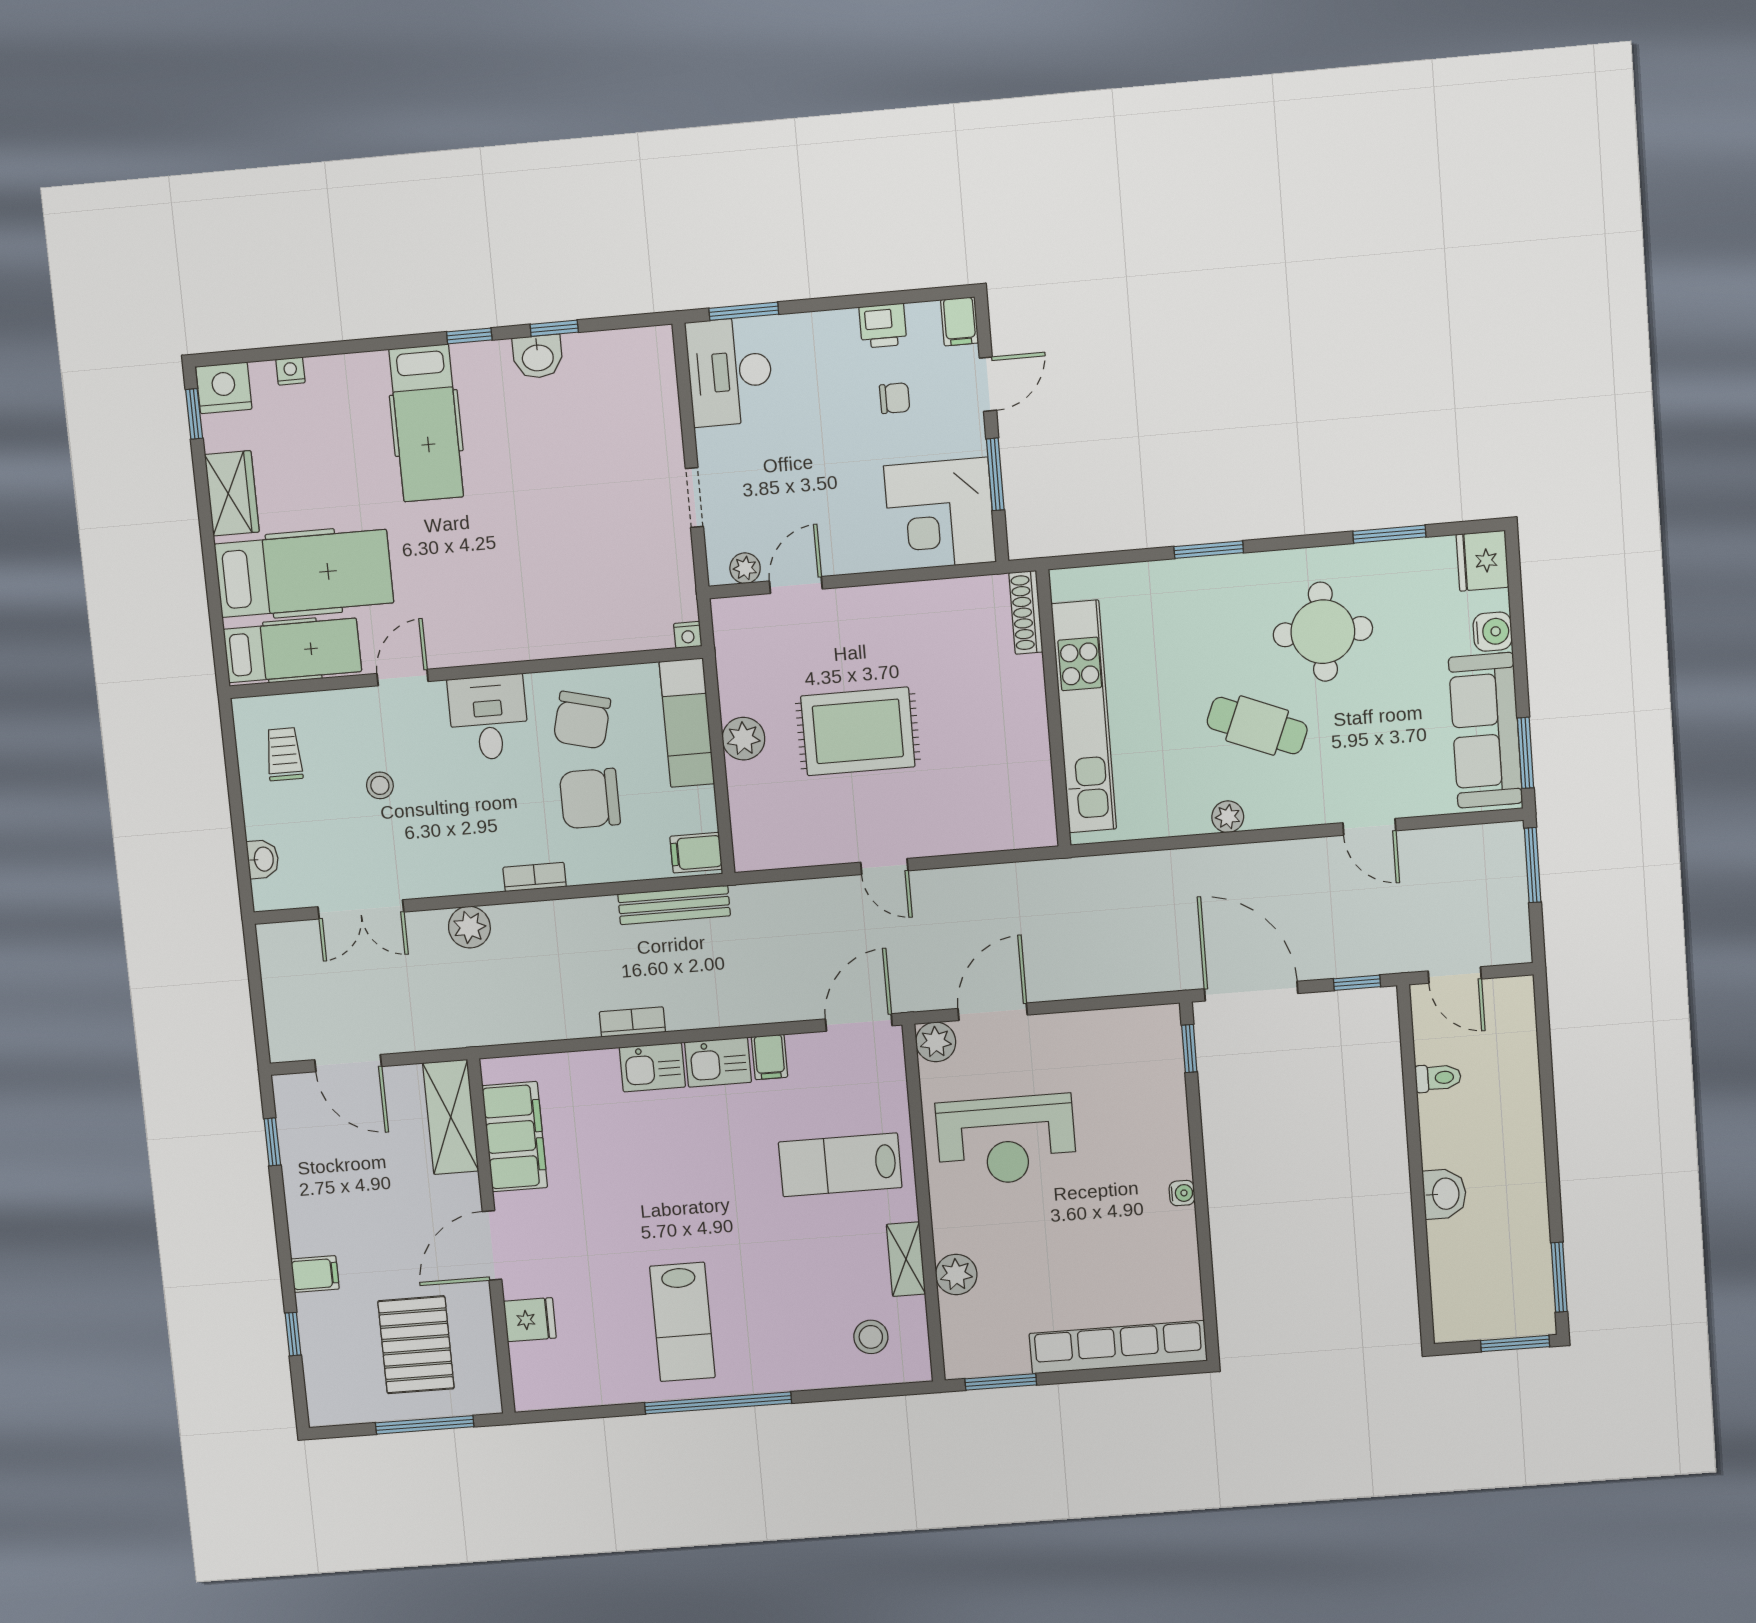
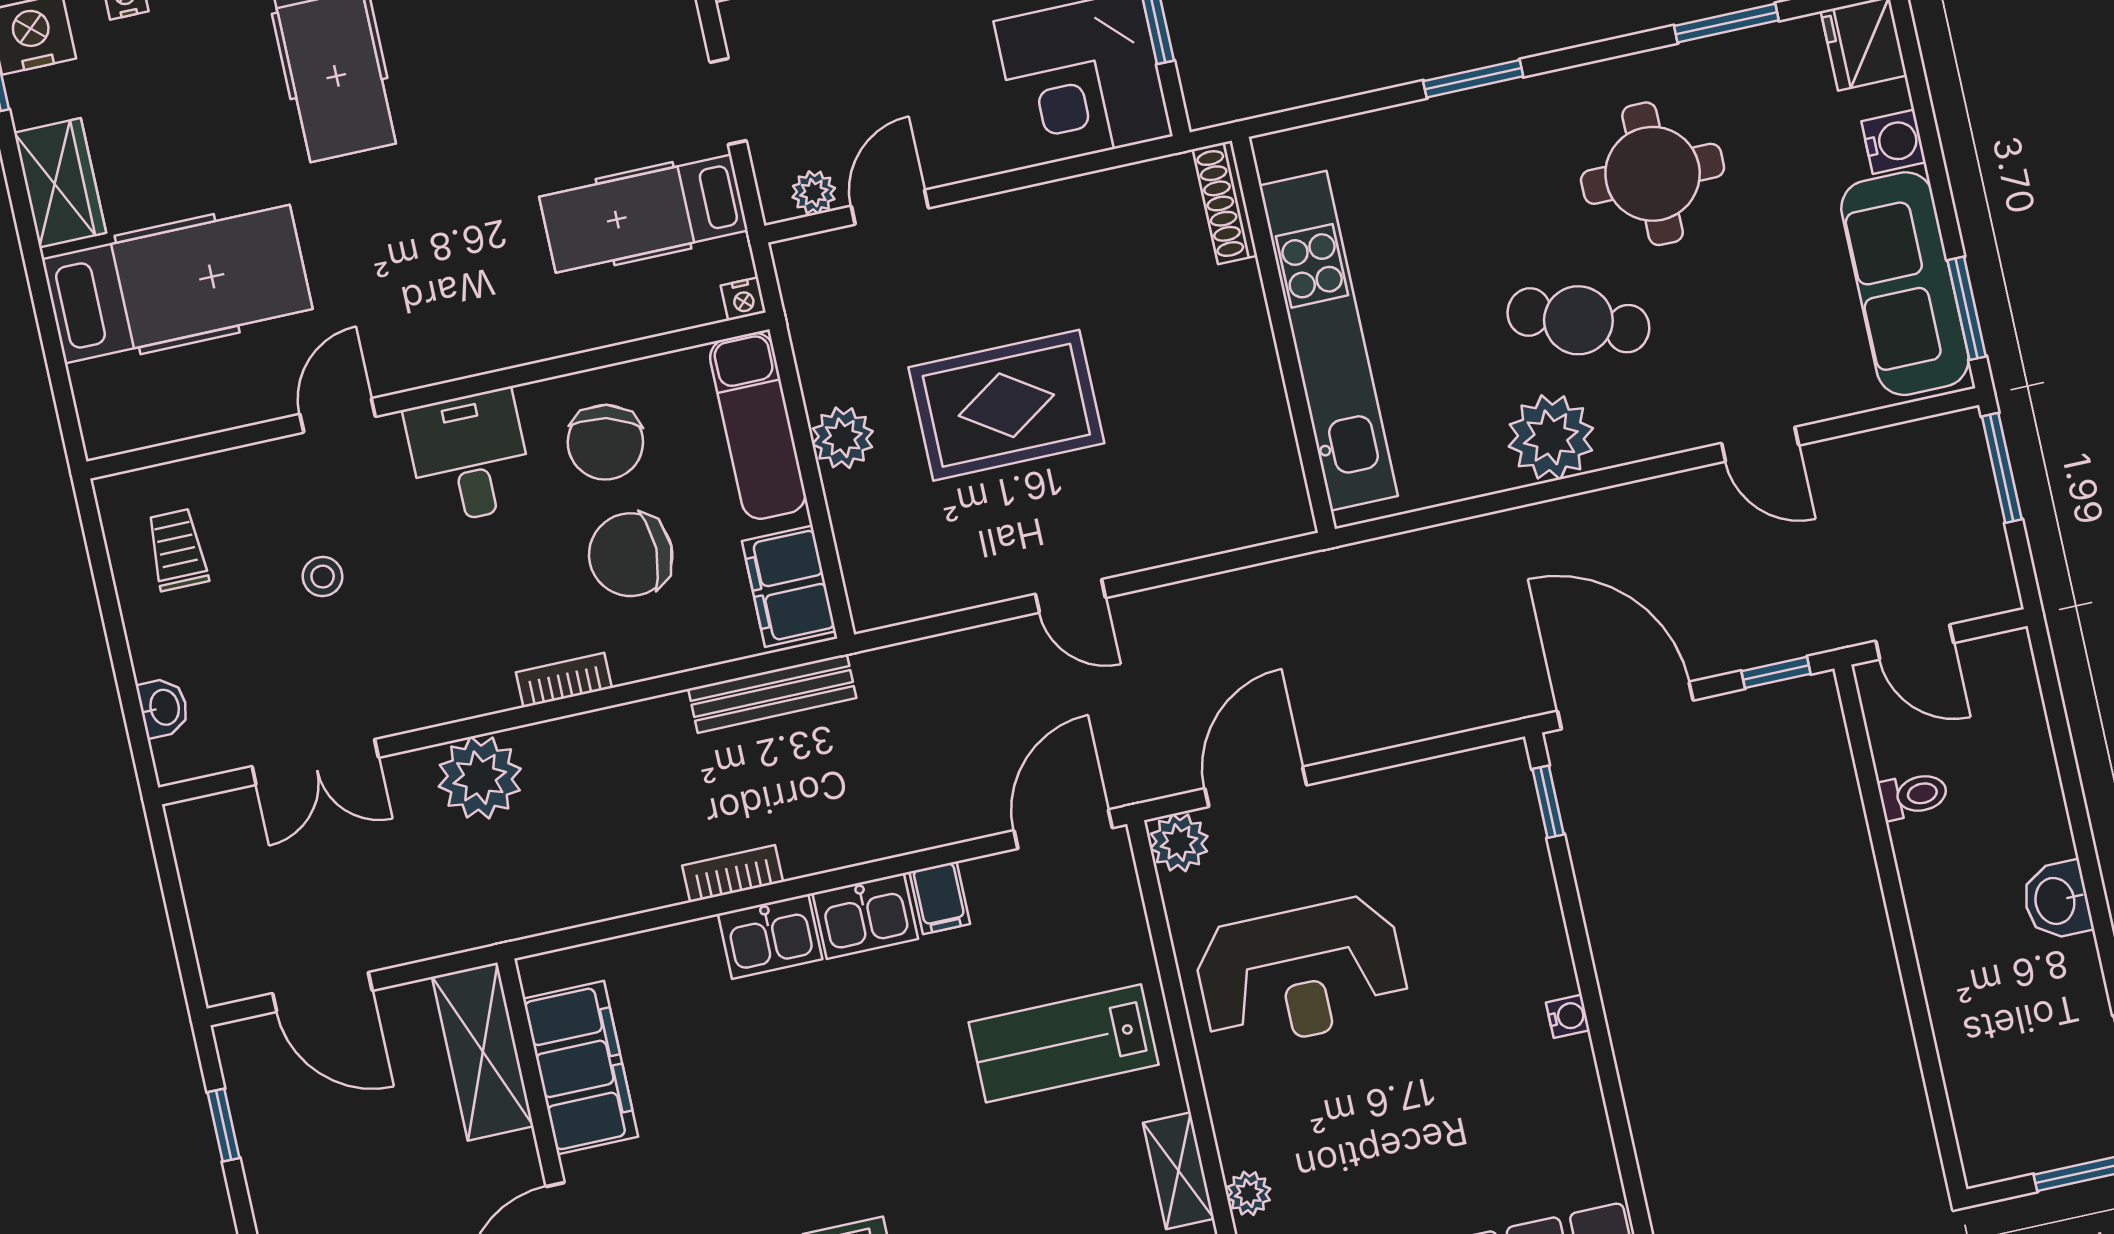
hospital bed: (292, 650) -> (644, 214), moved, turned 180
plant: (1228, 817) -> (1551, 437), width x1.87, depth x1.87
filing cabinet: (696, 853) -> (789, 586), width x2.00
plant: (469, 927) -> (480, 778), width x1.36, depth x1.36
washbasin: (1445, 1194) -> (2057, 901), moved, turned 180
plant: (956, 1274) -> (1249, 1193), width x0.73, depth x0.73

